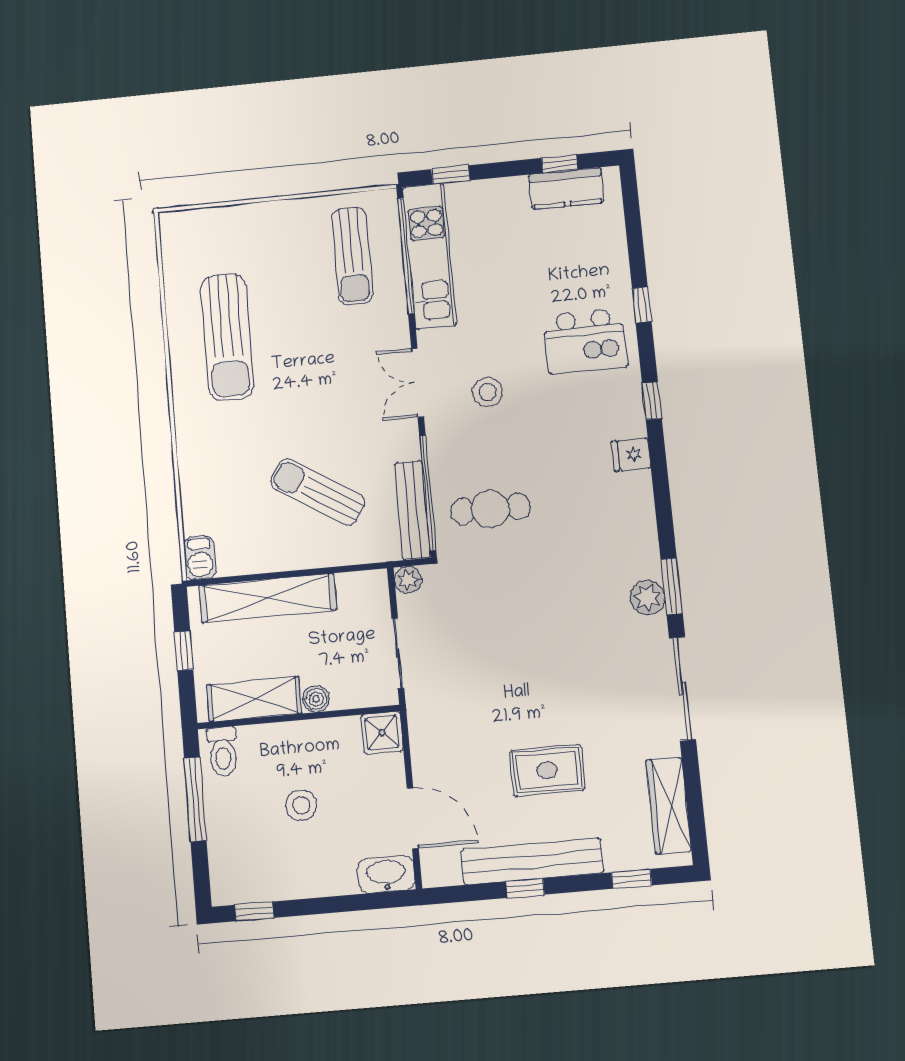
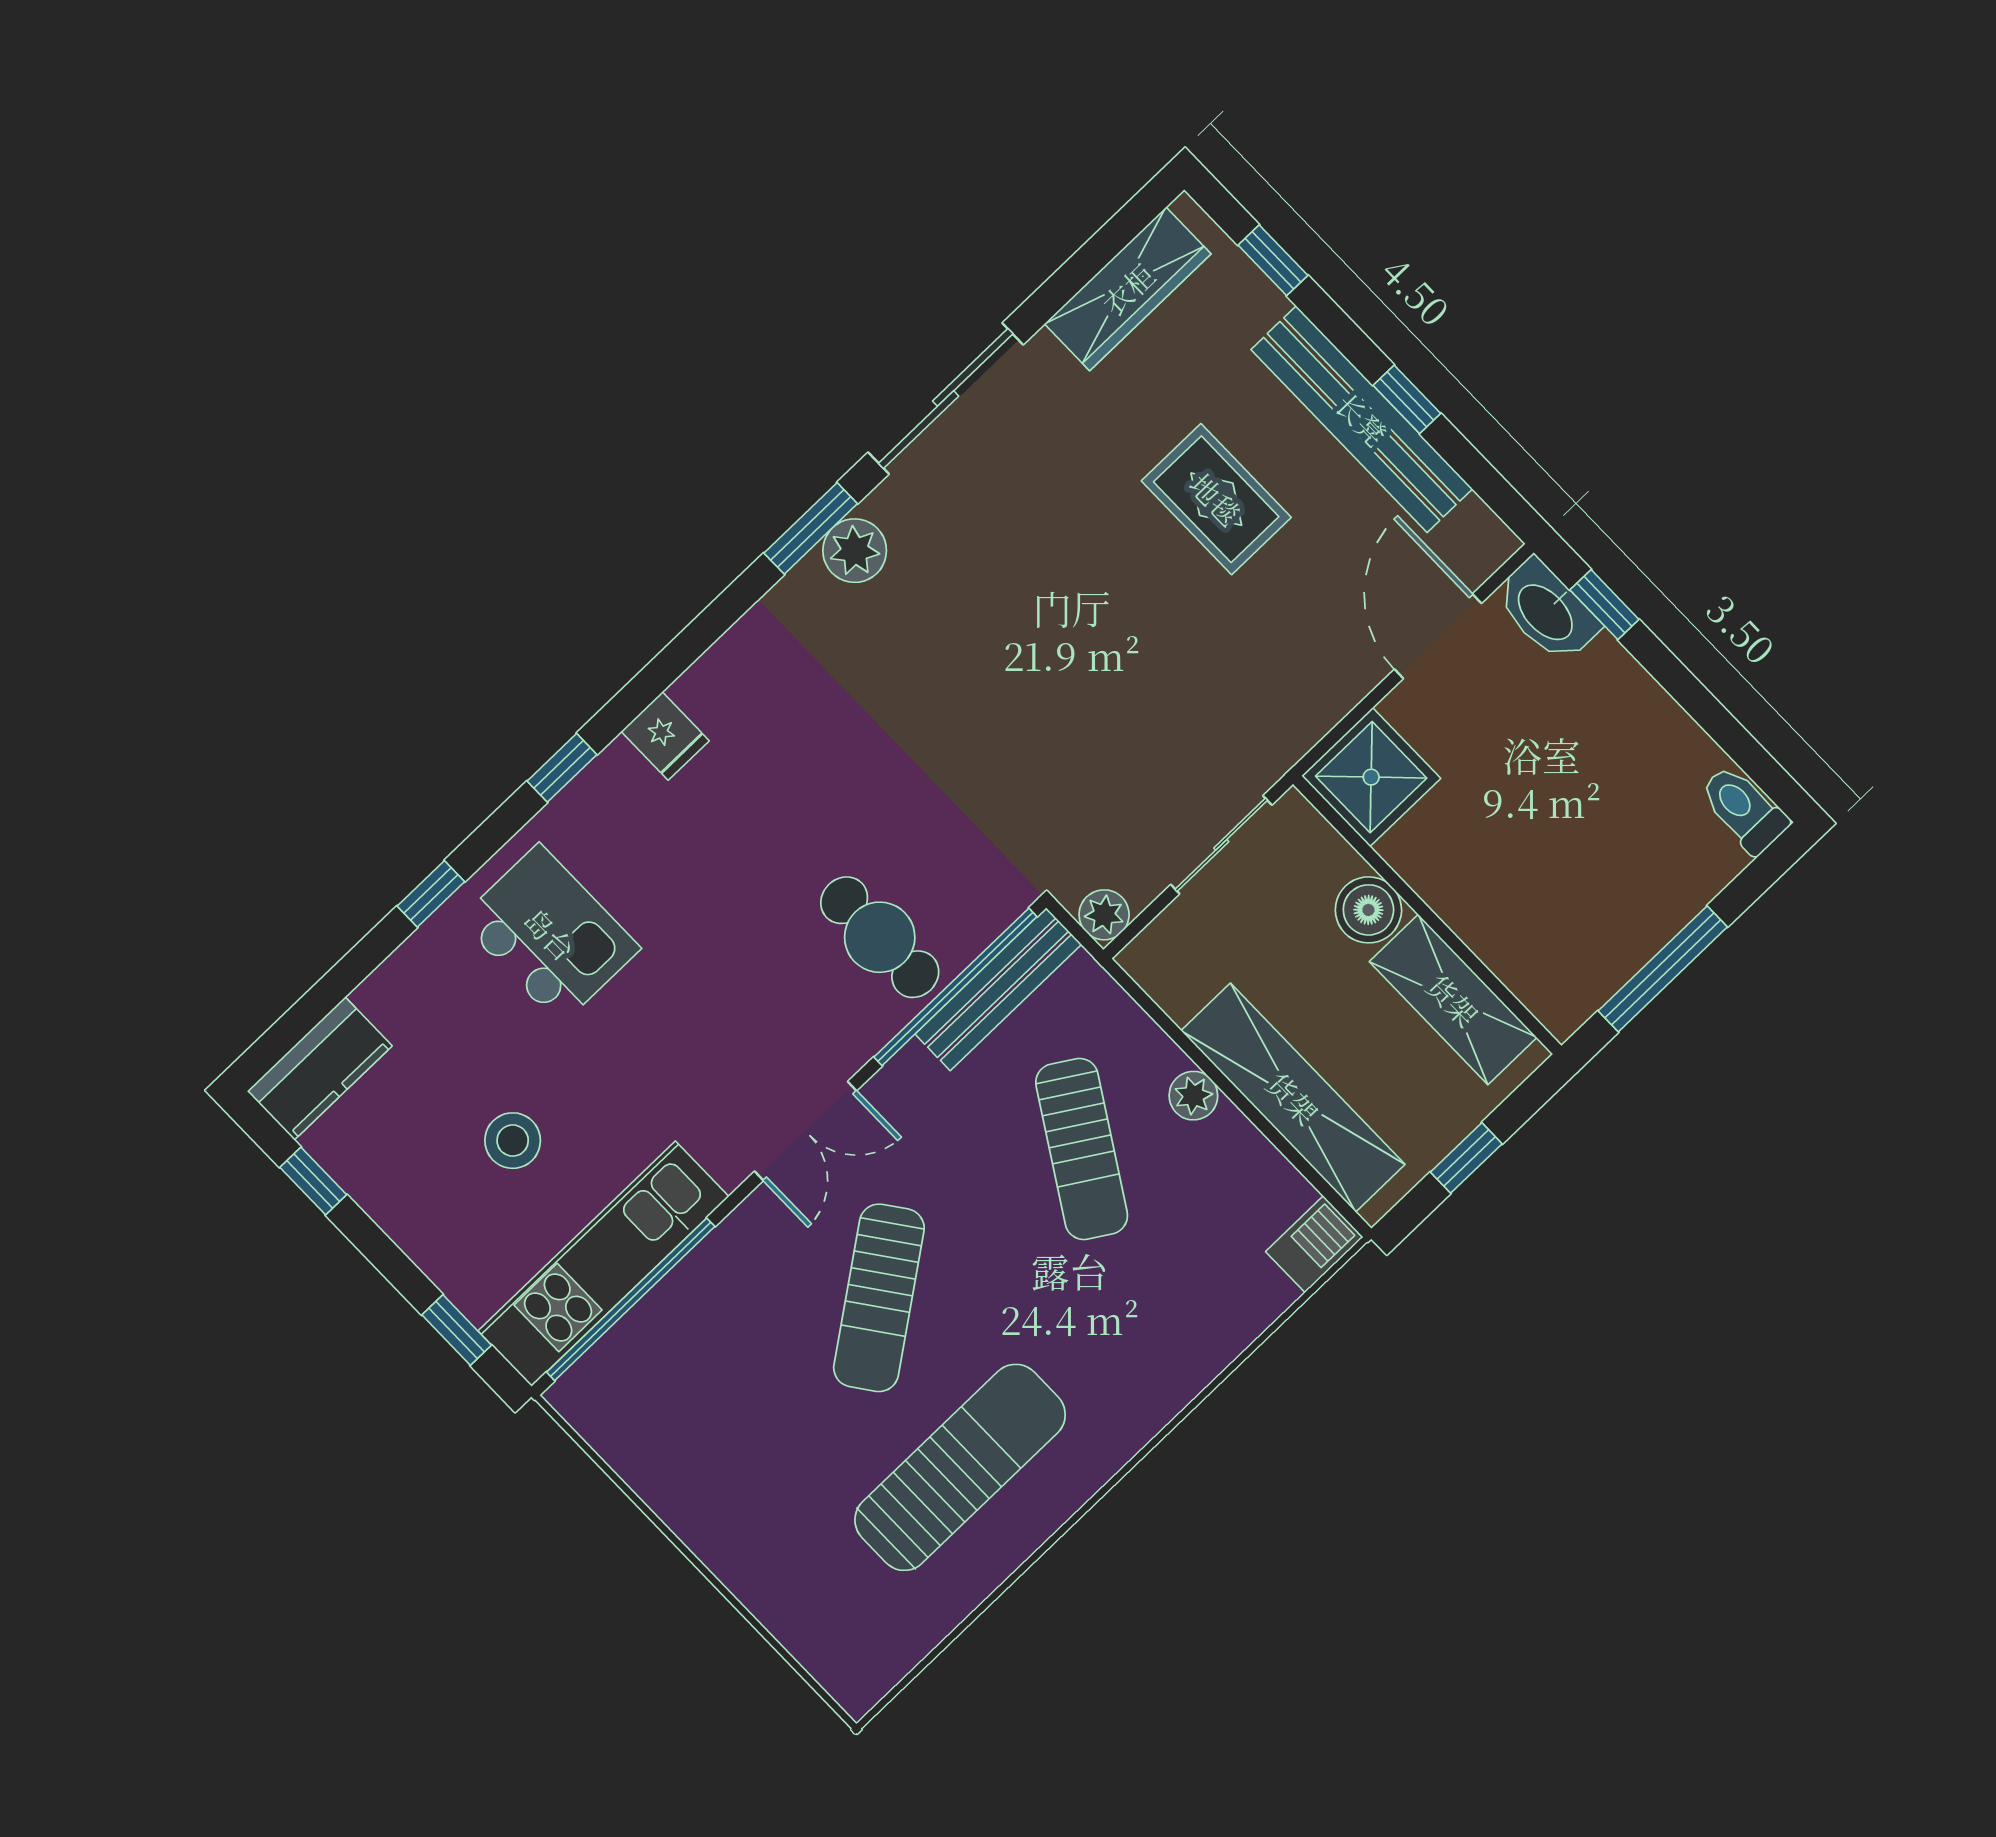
kitchen counter: (566, 188) -> (320, 1068), moved, turned 90
sun lounger: (352, 256) -> (879, 1298), moved, turned 144
stool: (488, 392) -> (513, 1141), moved
cafe table: (490, 509) -> (880, 937), moved
plant: (302, 557) -> (1193, 1096), added
boiler: (316, 699) -> (1368, 910), width x1.36, depth x1.36
shower: (382, 733) -> (1371, 777), width x1.36, depth x1.36
toilet: (223, 752) -> (1743, 809), moved, turned -90
stool: (301, 805) -> (1548, 810), removed
window: (254, 911) -> (1604, 605), moved

